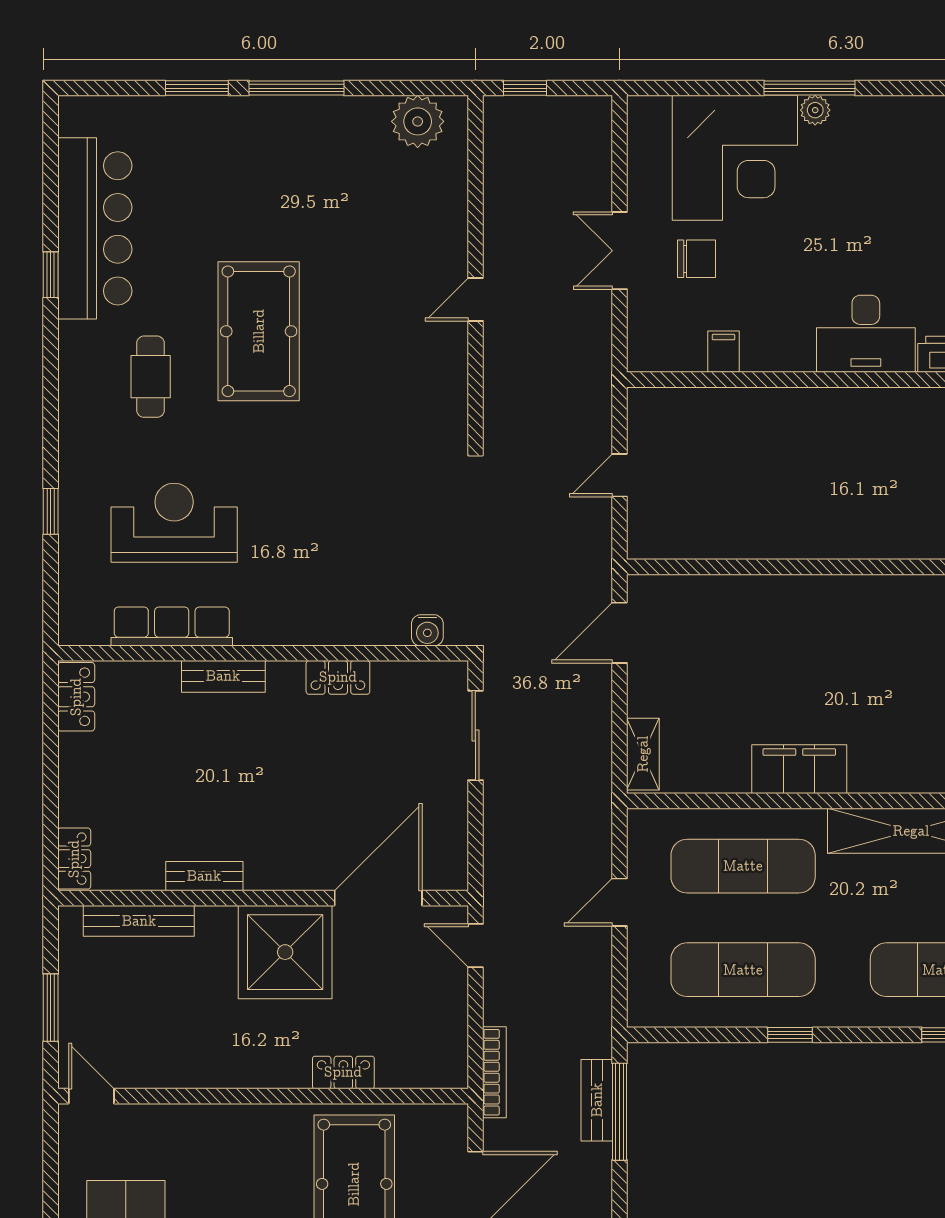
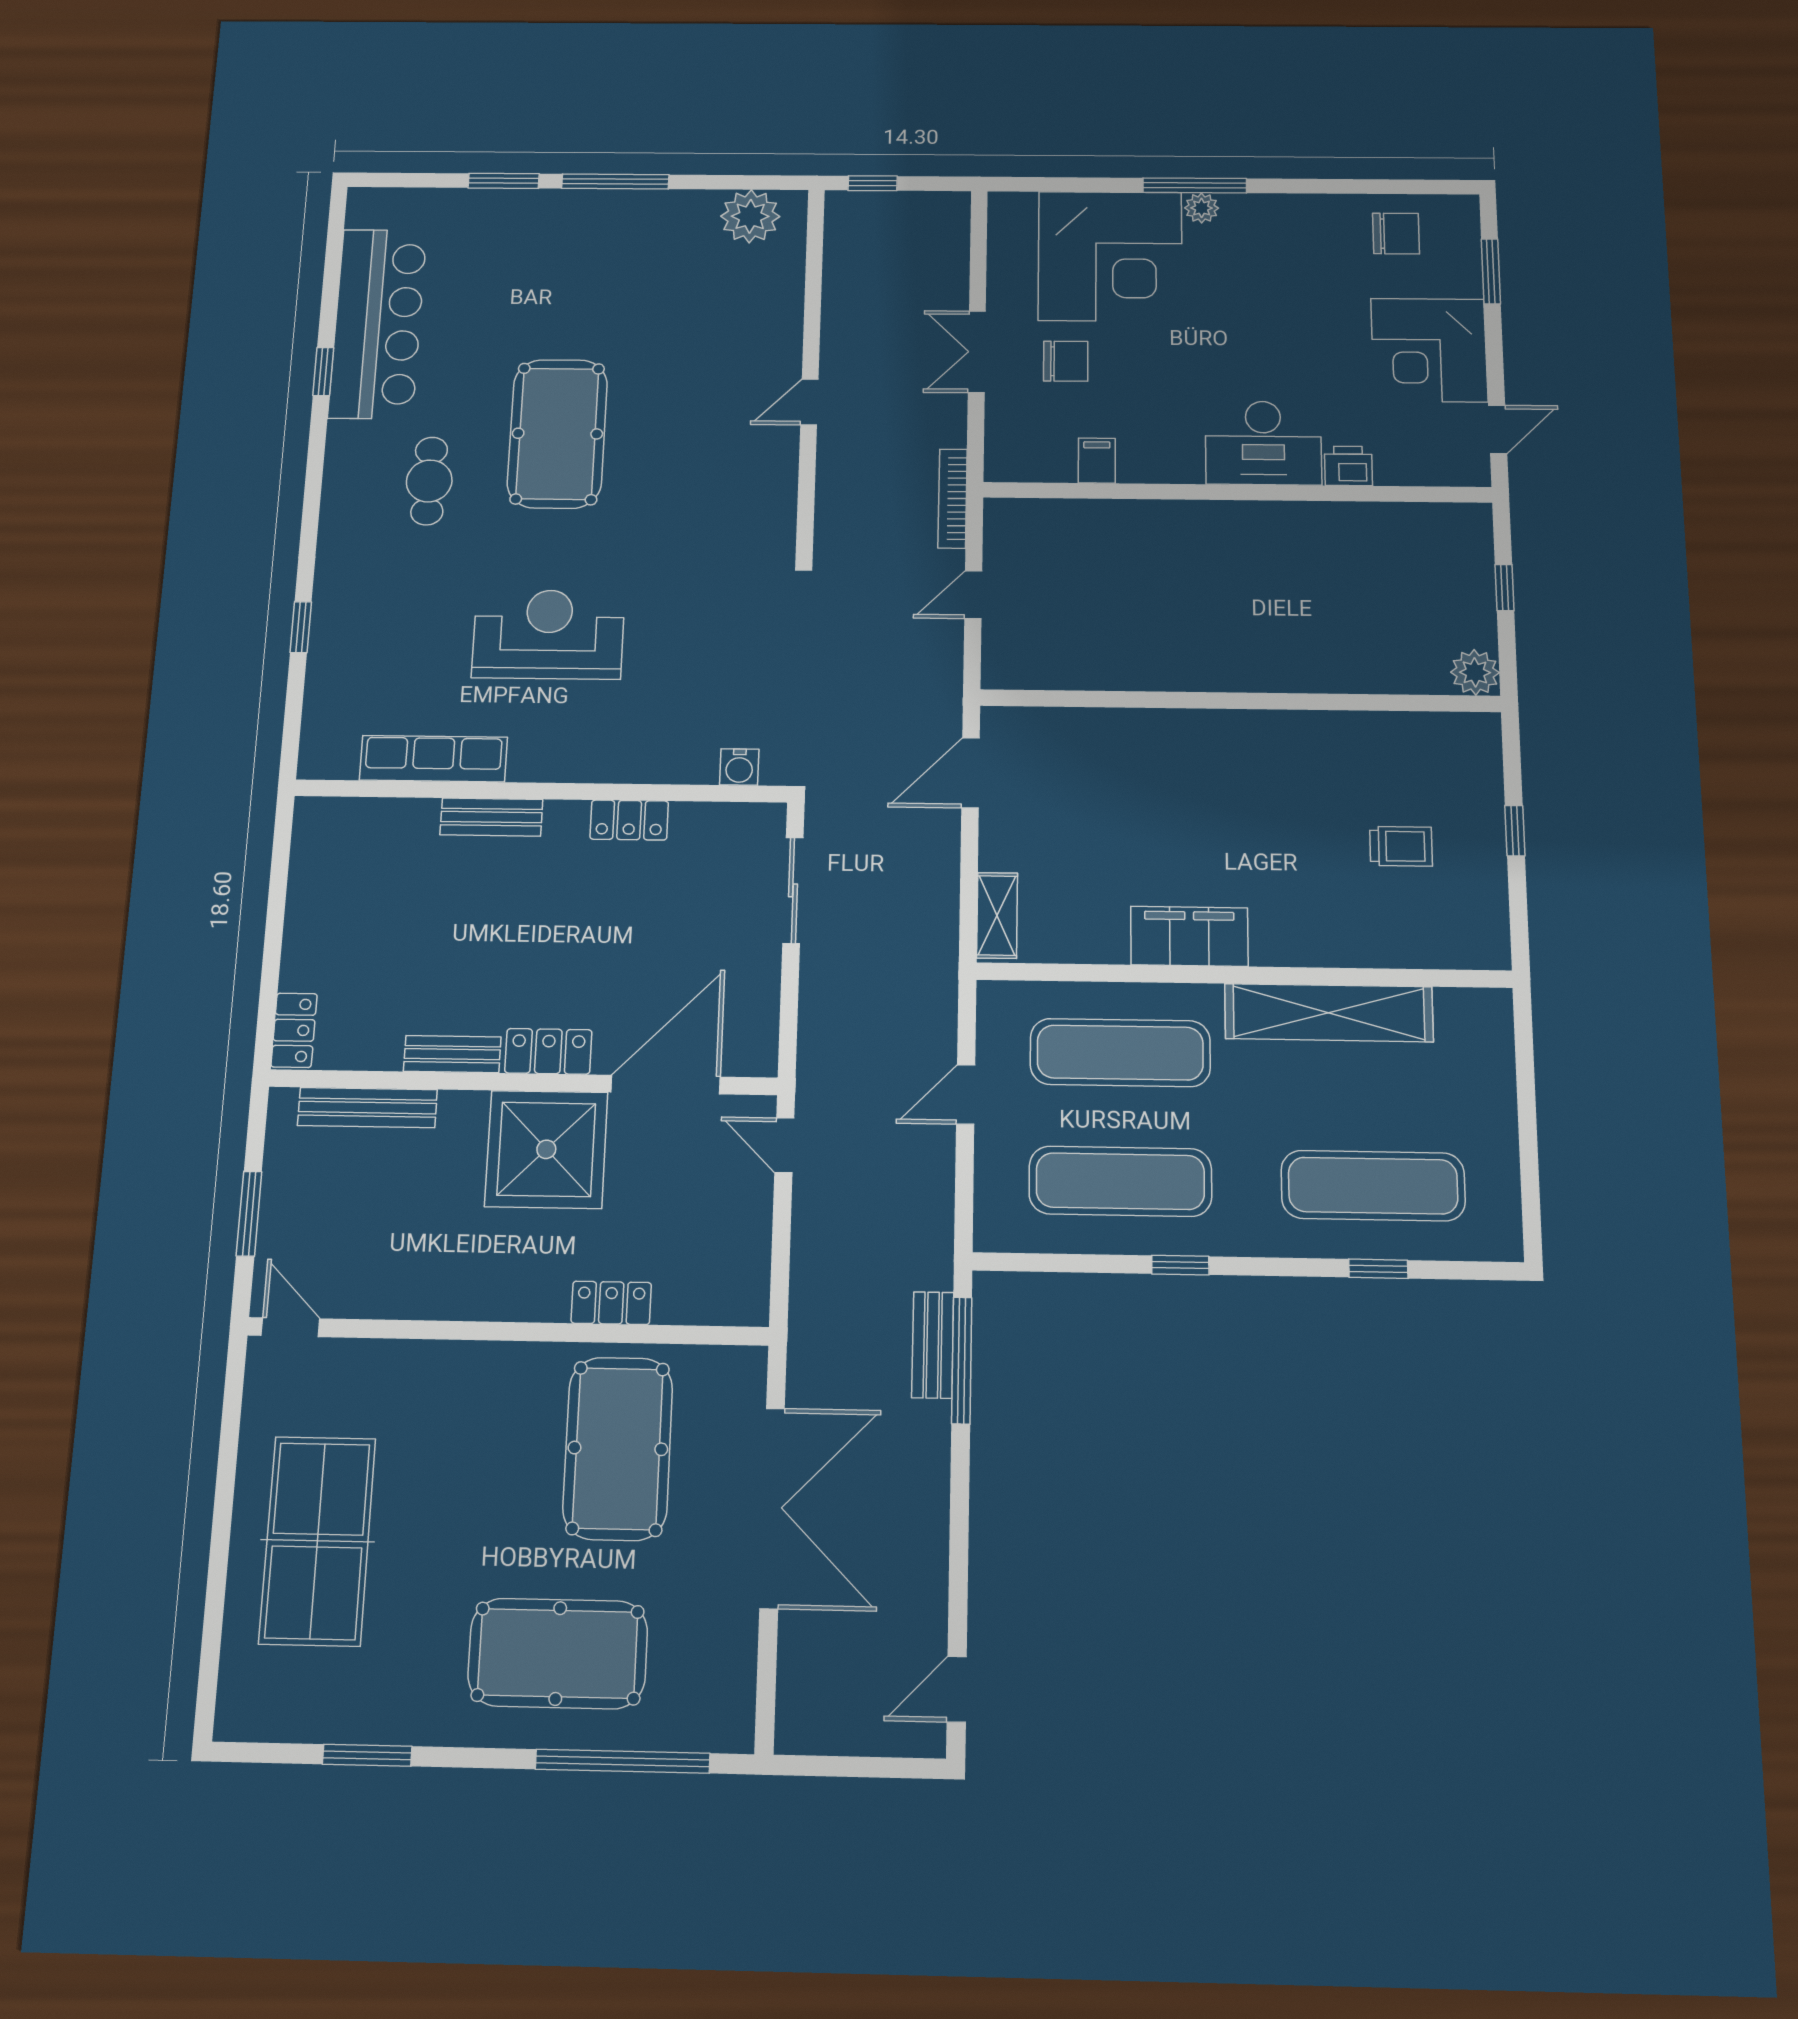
reception desk: (174, 523) -> (548, 634), moved
locker: (76, 697) -> (548, 1051), moved, turned -90
bookcase: (494, 1072) -> (953, 499), moved, turned 180

